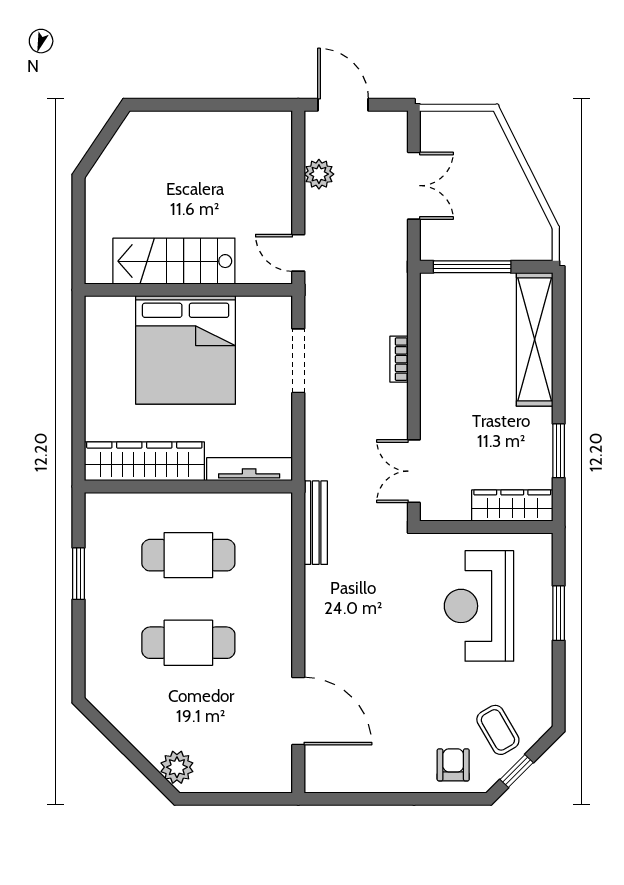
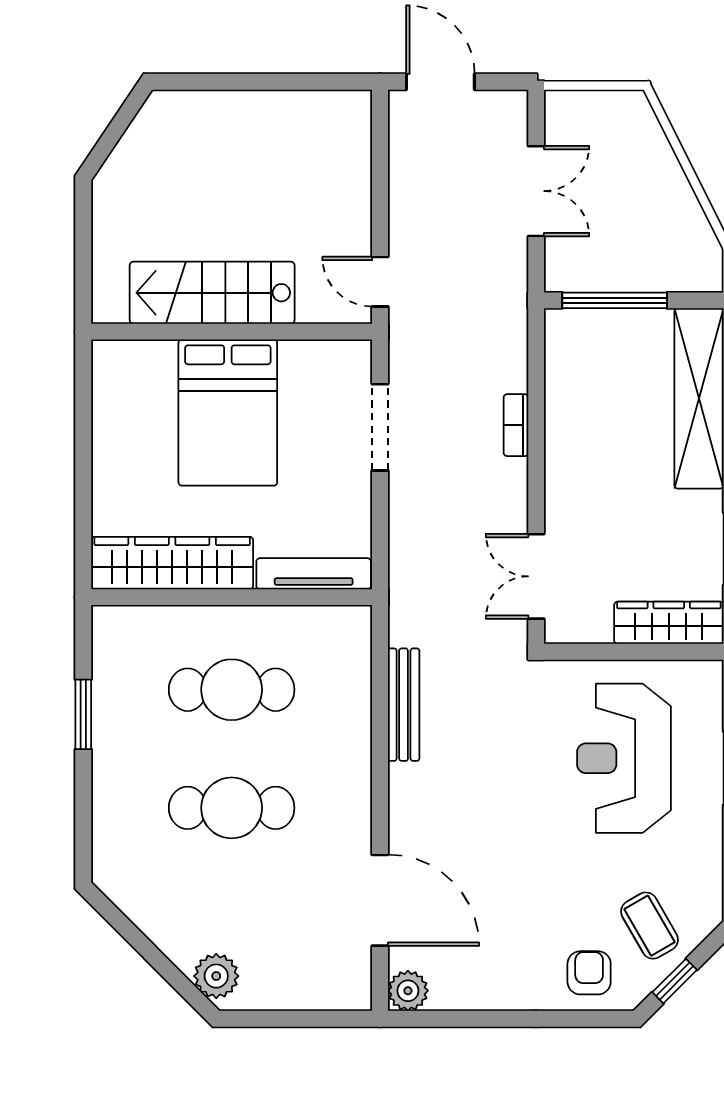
plant: (319, 174) -> (408, 991), moved
bed: (186, 350) -> (228, 413), width x0.73
bench: (316, 523) -> (404, 705), moved

